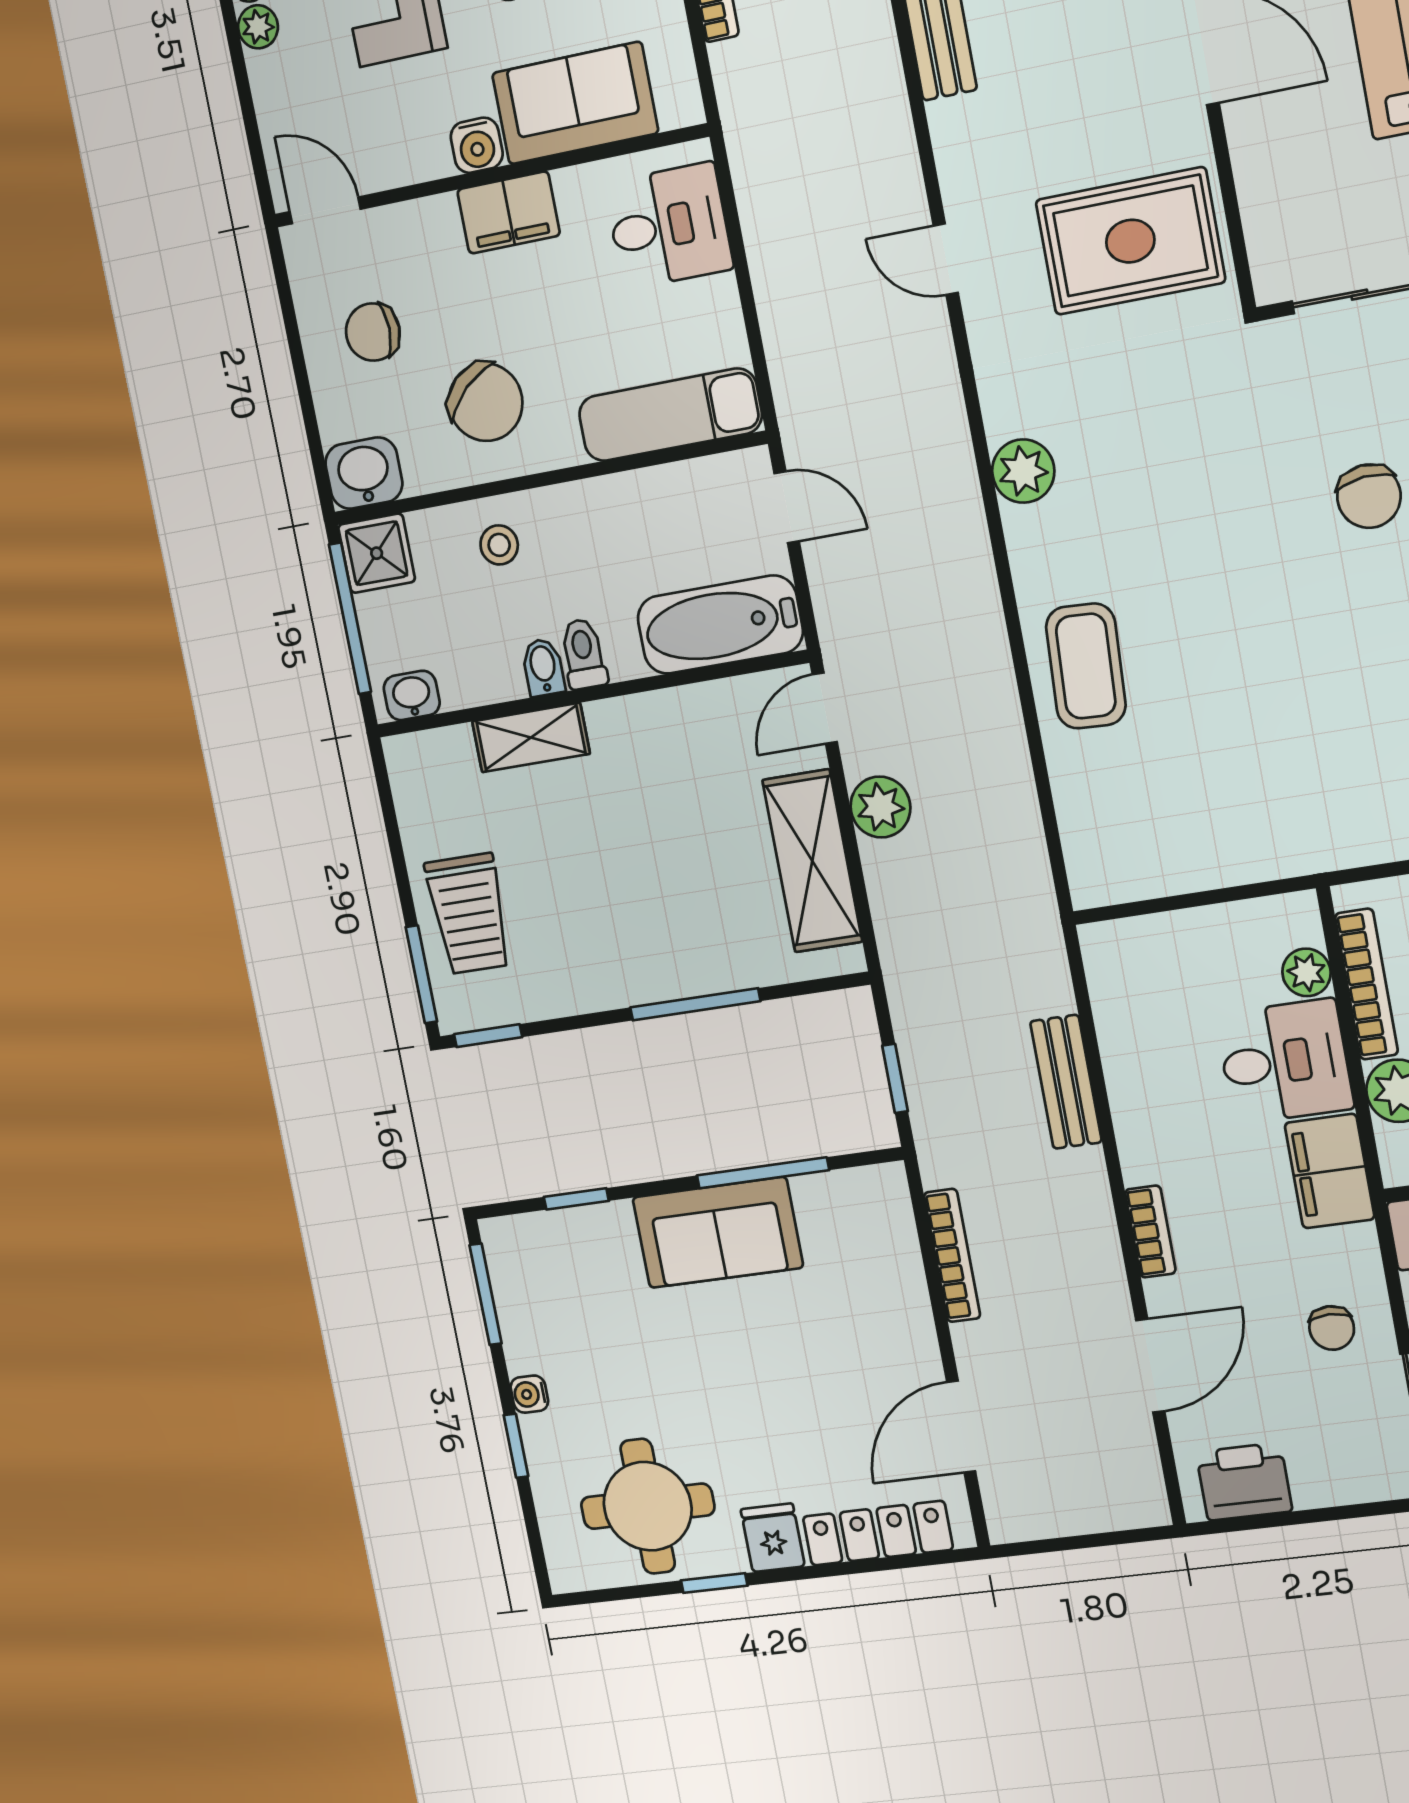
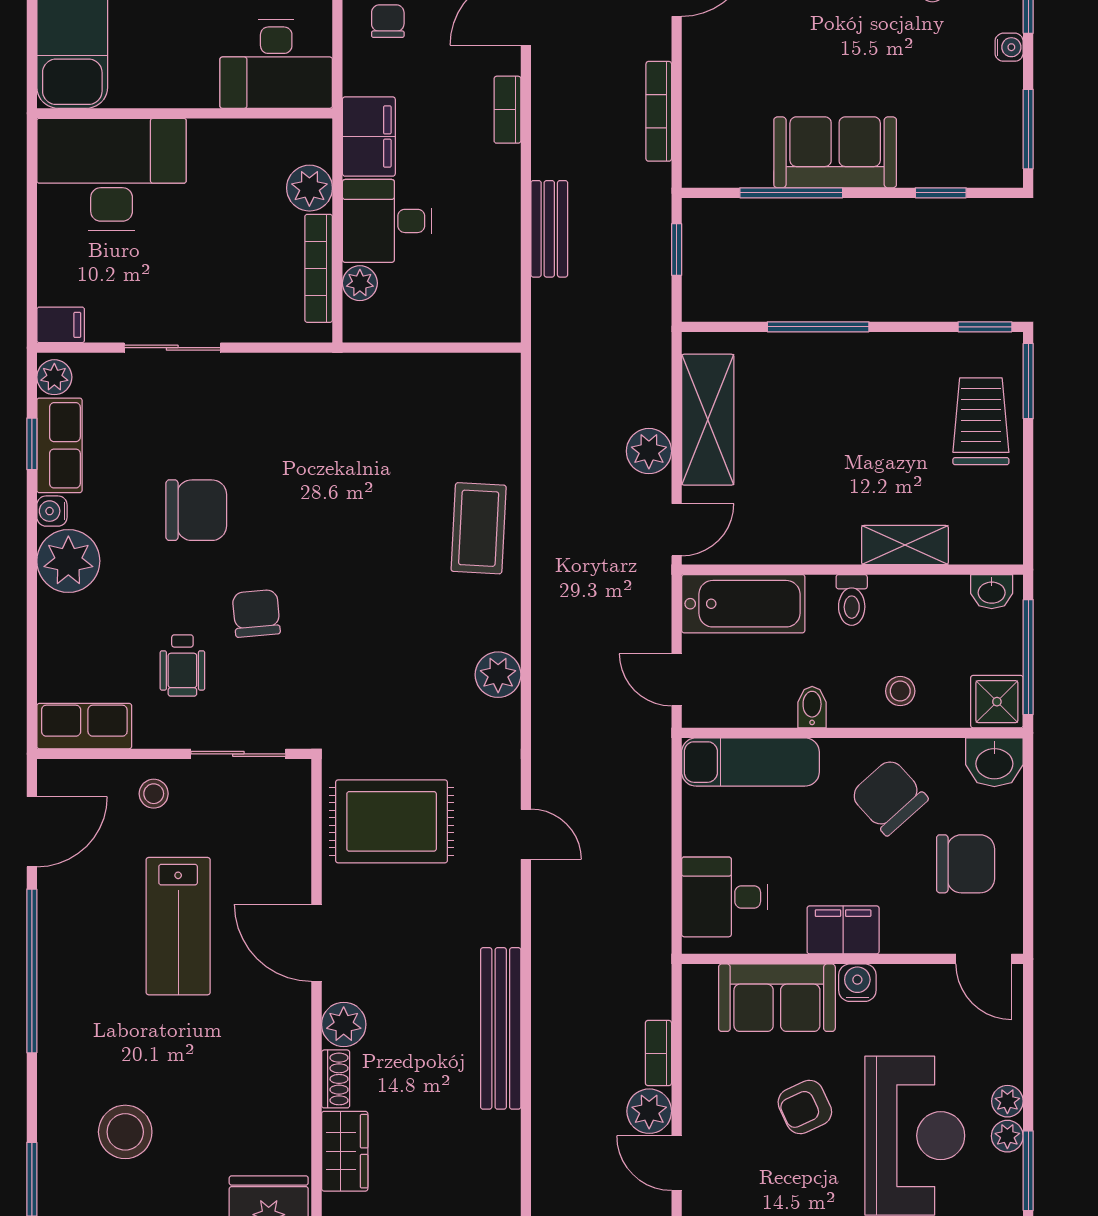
chair: (373, 332) -> (966, 864), width x1.37, depth x1.37
bidet: (543, 667) -> (812, 707), moved, turned 180

